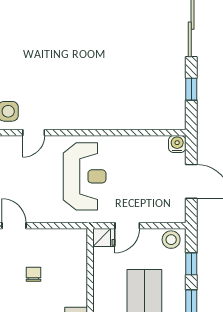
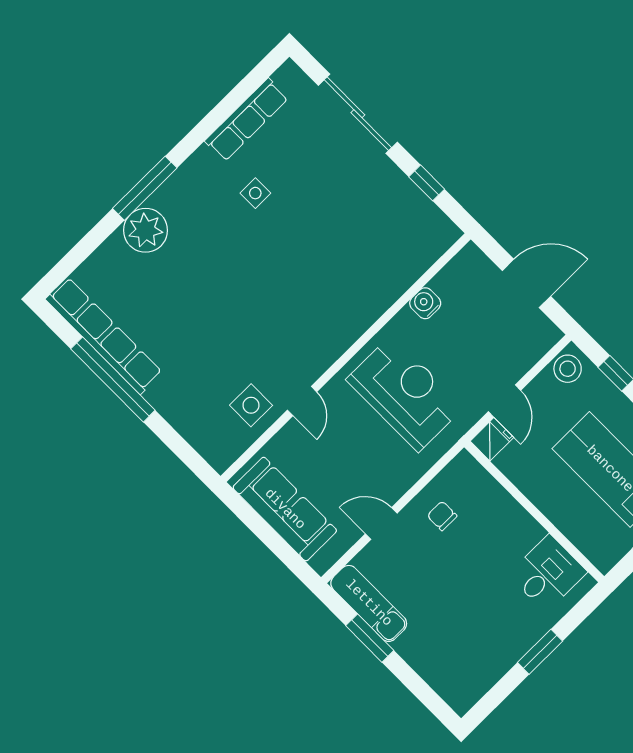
side table: (107, 15) -> (255, 193), added
water cooler: (177, 144) -> (425, 303), moved
chair: (33, 274) -> (442, 516), moved

